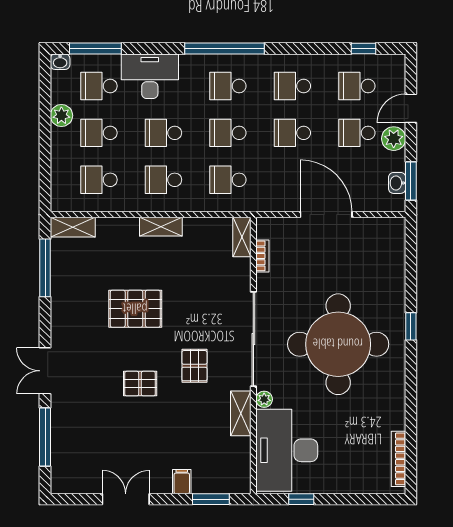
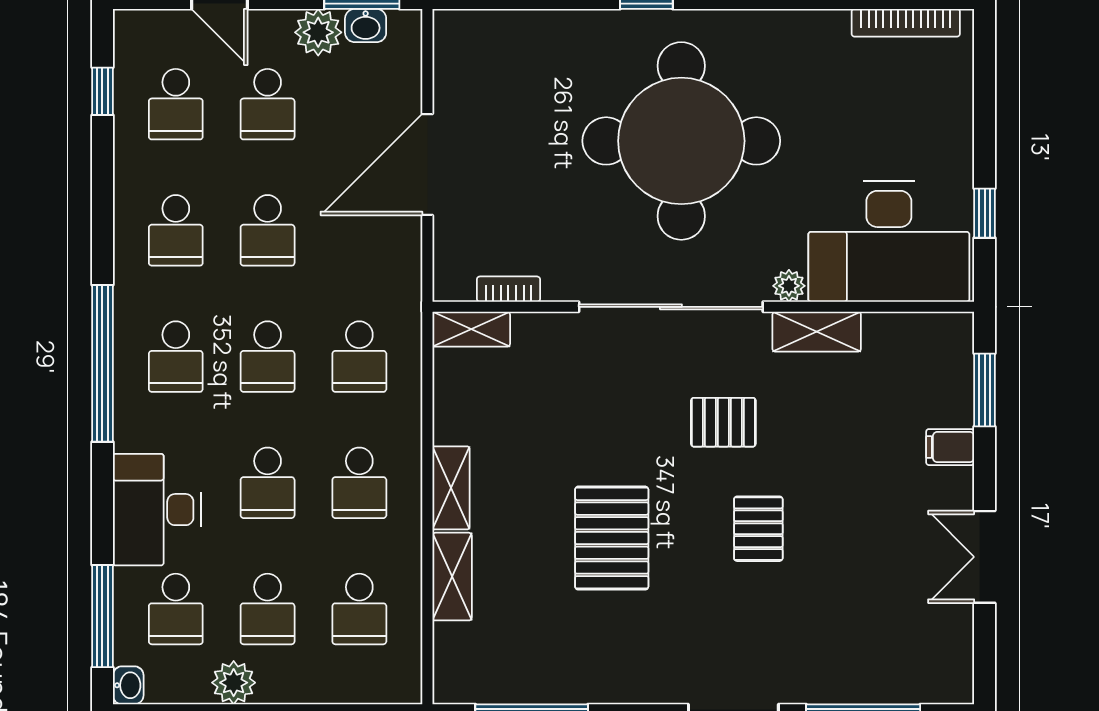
plant: (394, 139) -> (318, 32), moved
shelving: (73, 227) -> (452, 577), moved

